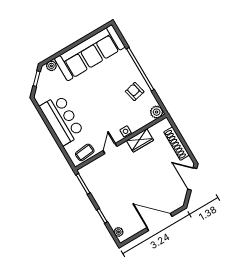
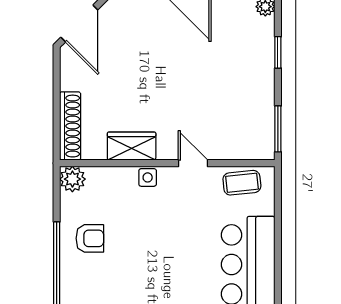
armchair: (135, 92) -> (90, 238), turned -77
shoe rack: (177, 144) -> (70, 126), moved
door: (110, 149) -> (193, 163), swing flipped

